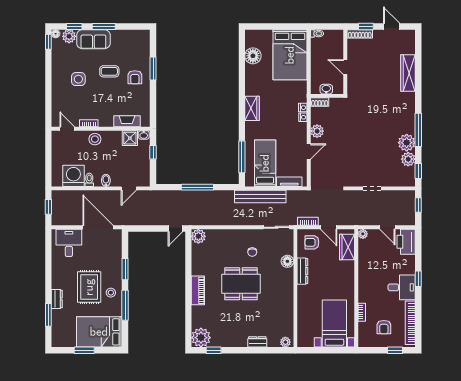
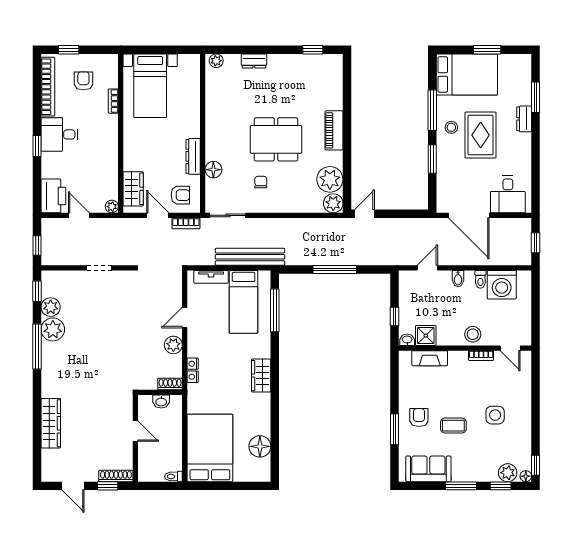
sofa: (93, 39) -> (428, 469), moved
plant: (201, 338) -> (330, 179), moved

